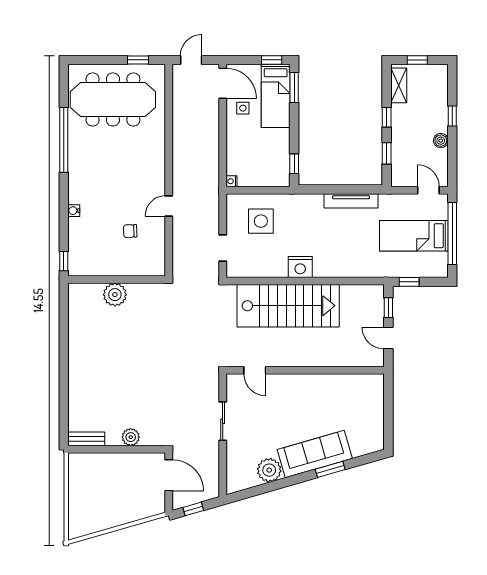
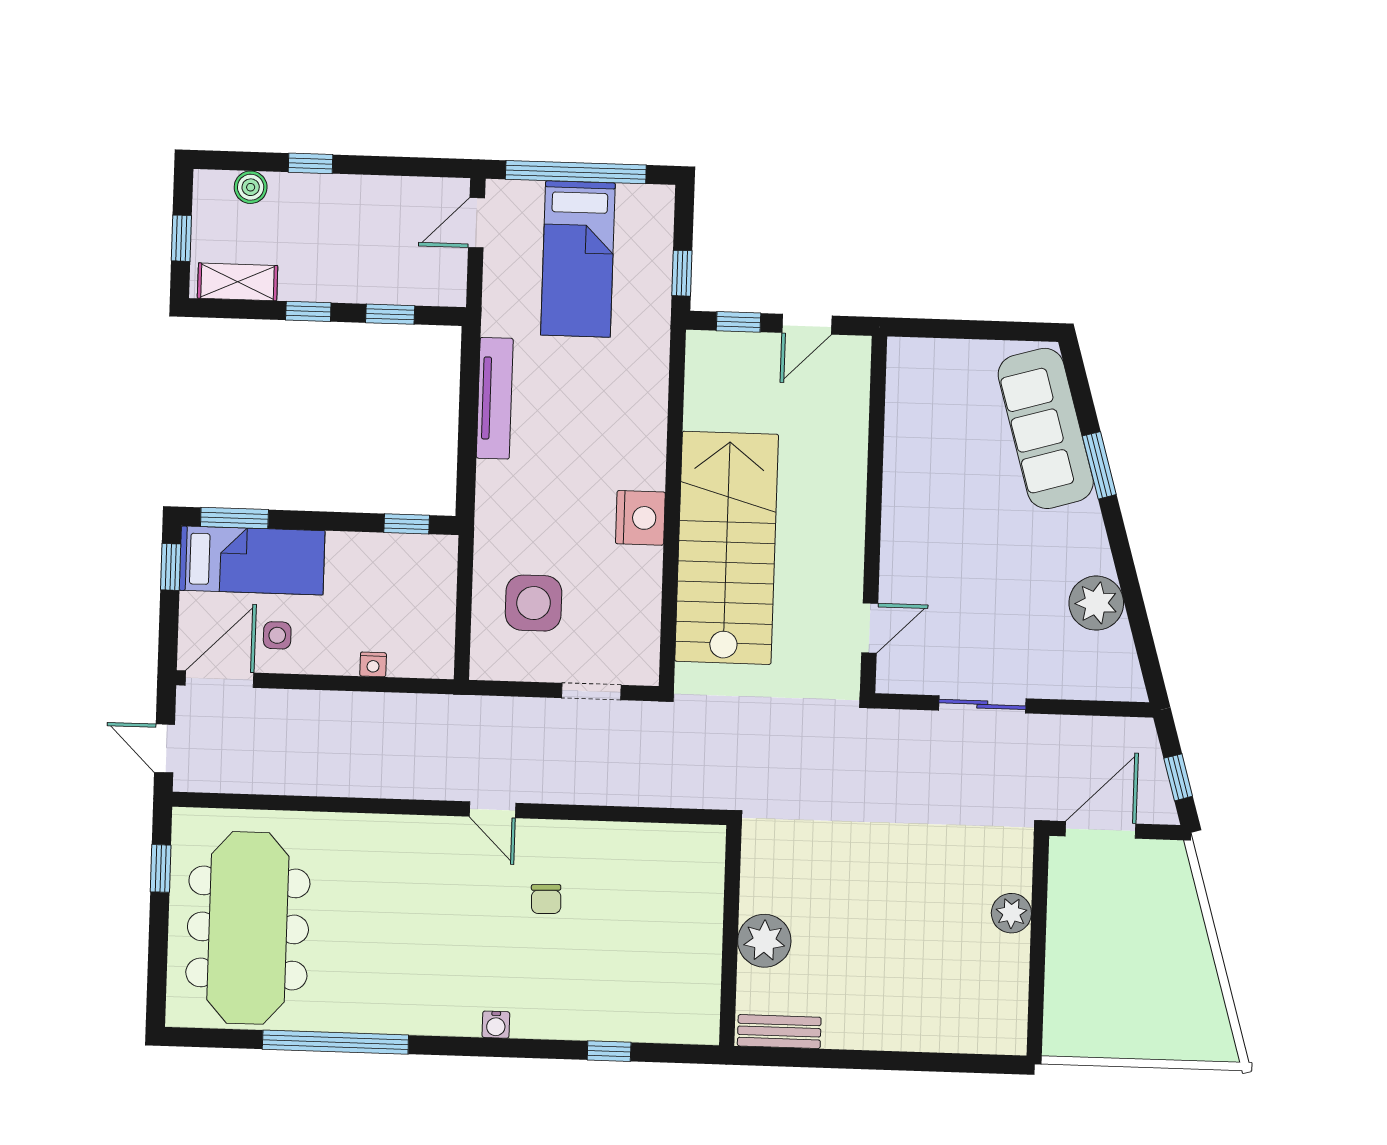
boiler: (441, 141) -> (251, 187), moved
nightstand: (231, 181) -> (373, 664), moved
wall: (117, 279) -> (730, 935), moved
plant: (115, 295) -> (764, 941), moved
bench: (86, 439) -> (779, 1032), moved, turned 90
sofa: (315, 454) -> (1046, 428), moved

